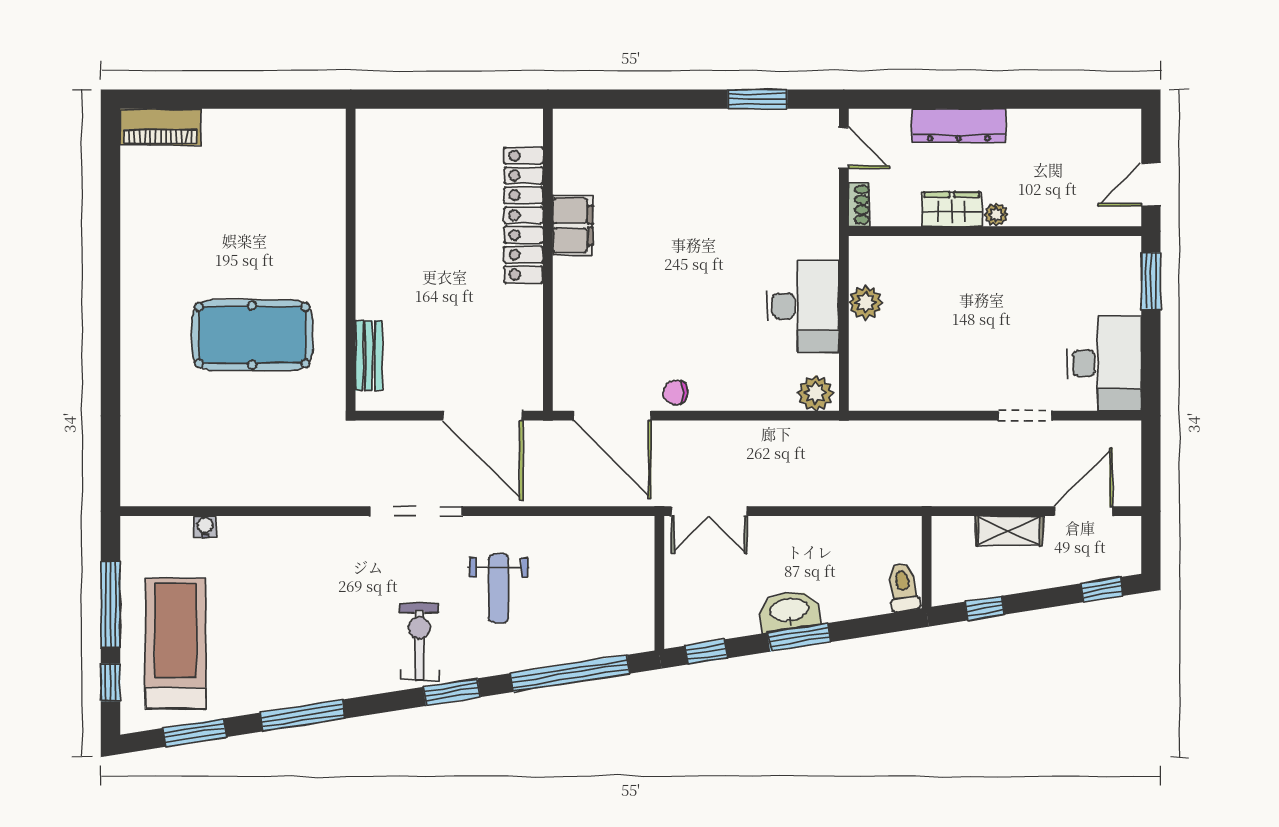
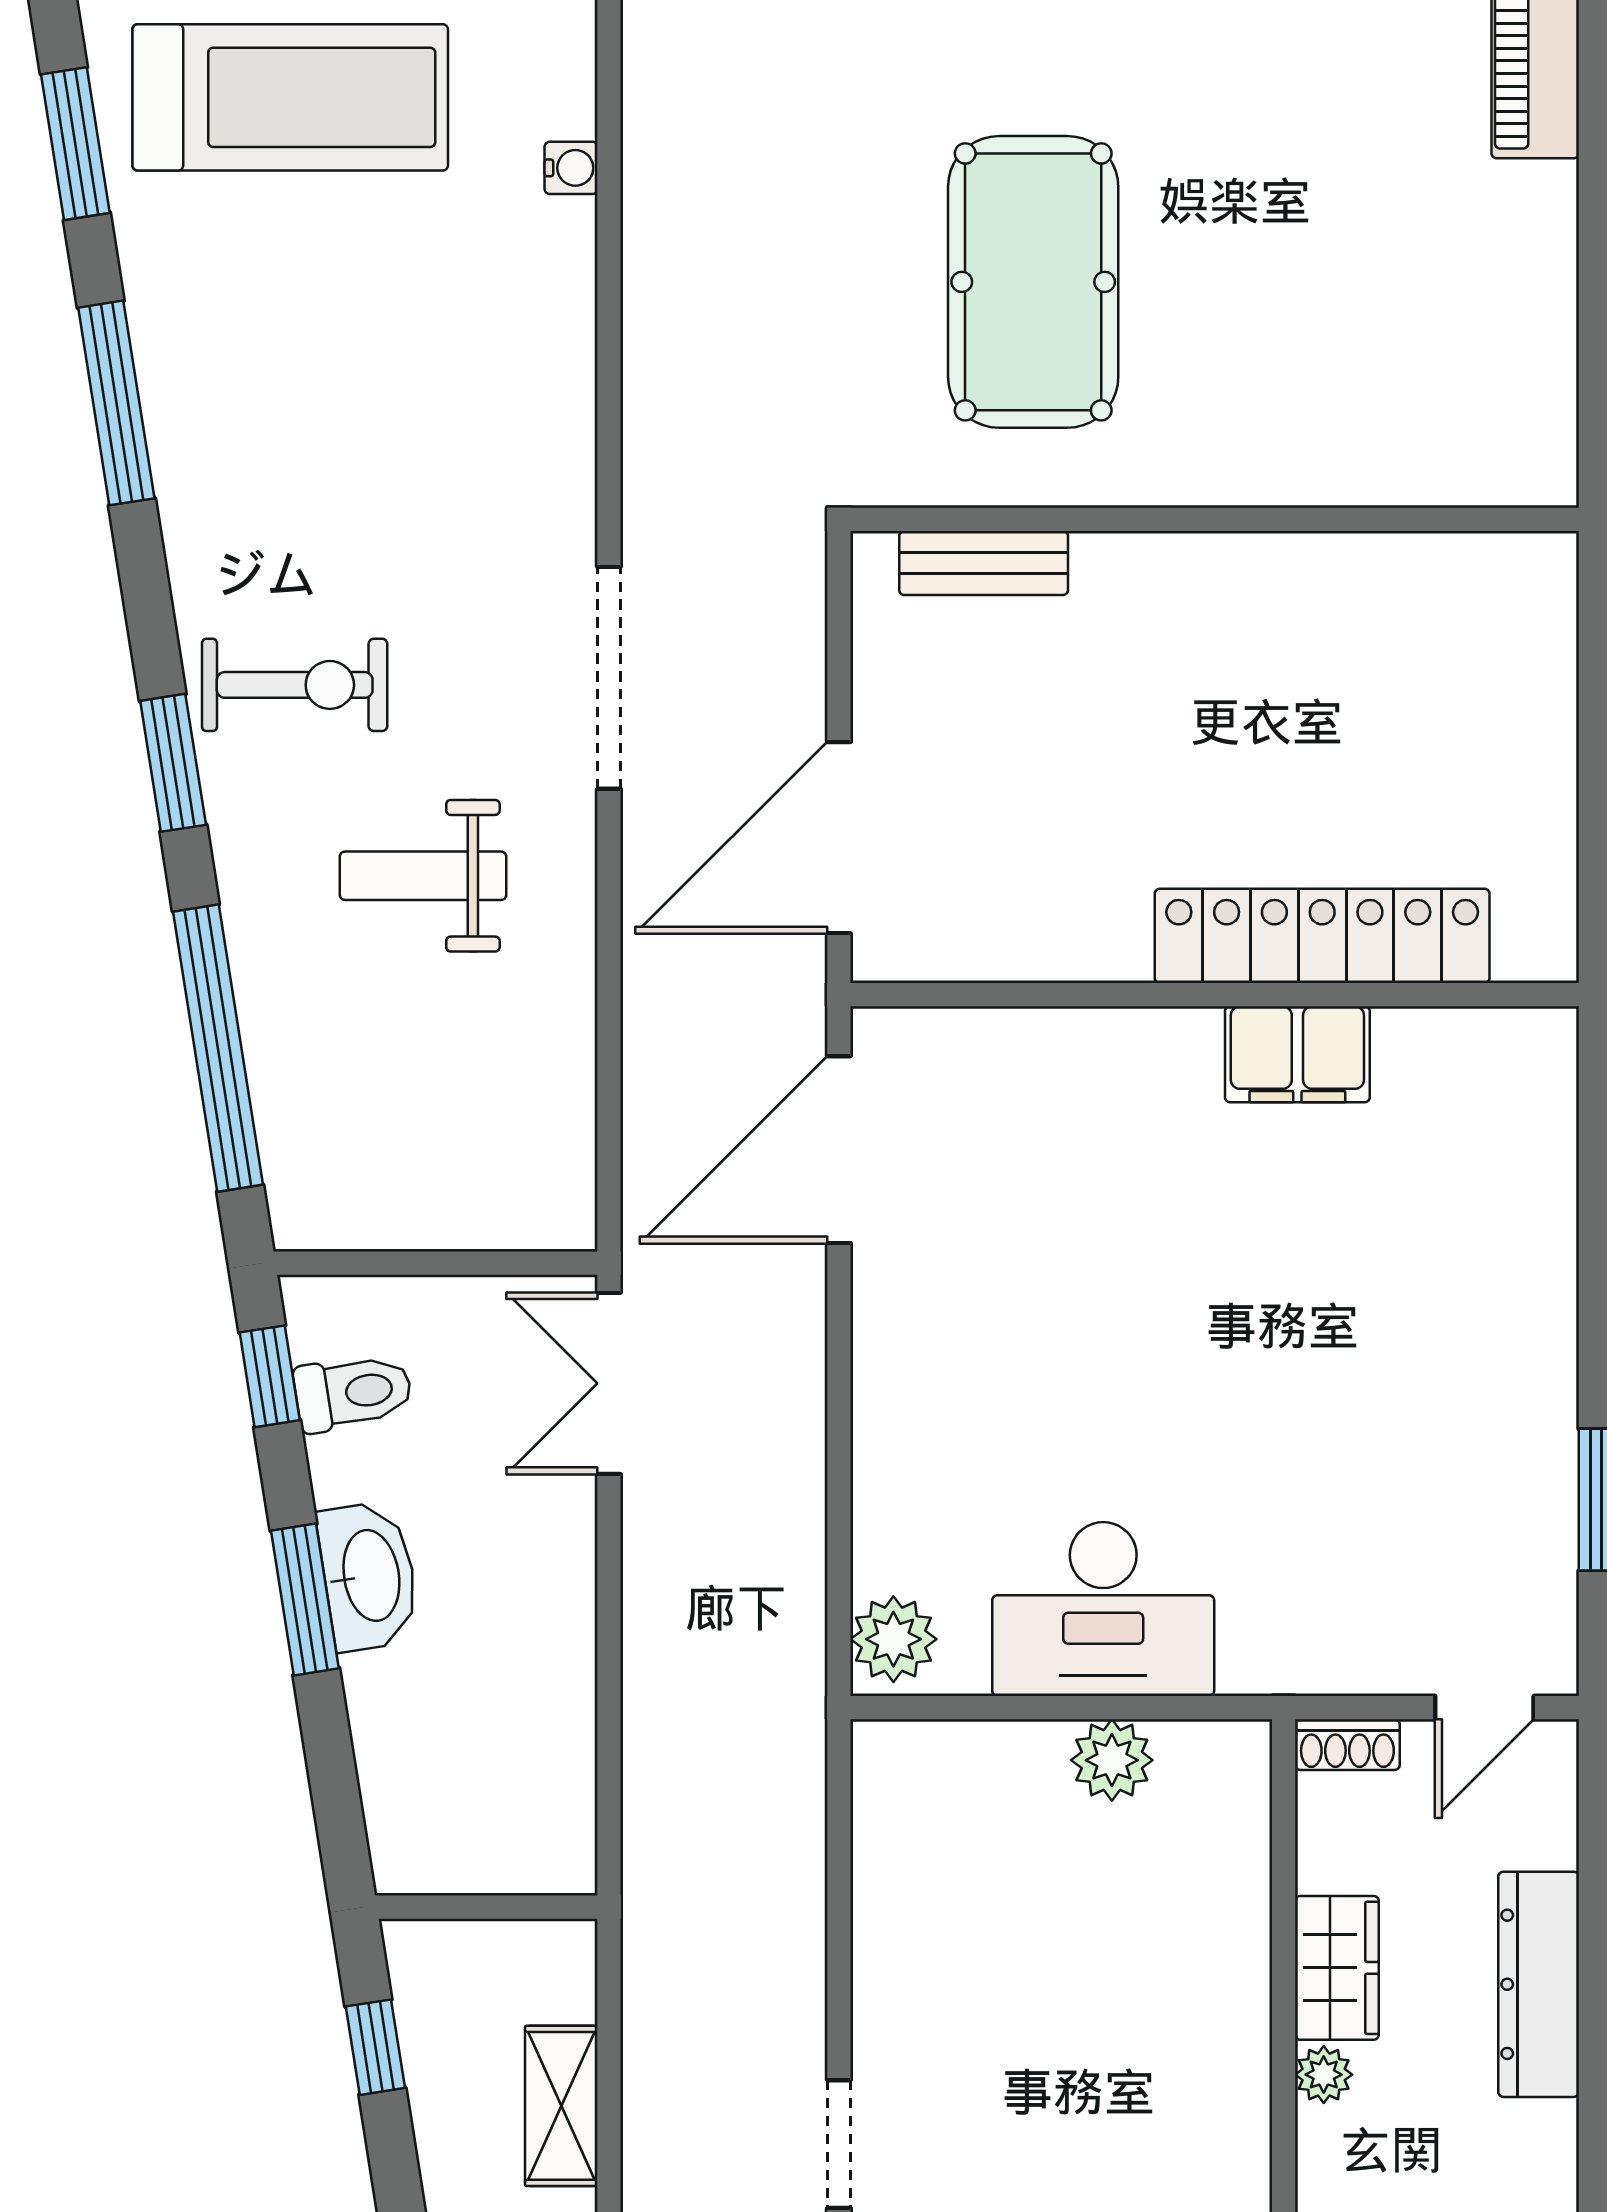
chair: (676, 393) -> (895, 1302), removed
toilet: (903, 587) -> (353, 1393), moved

